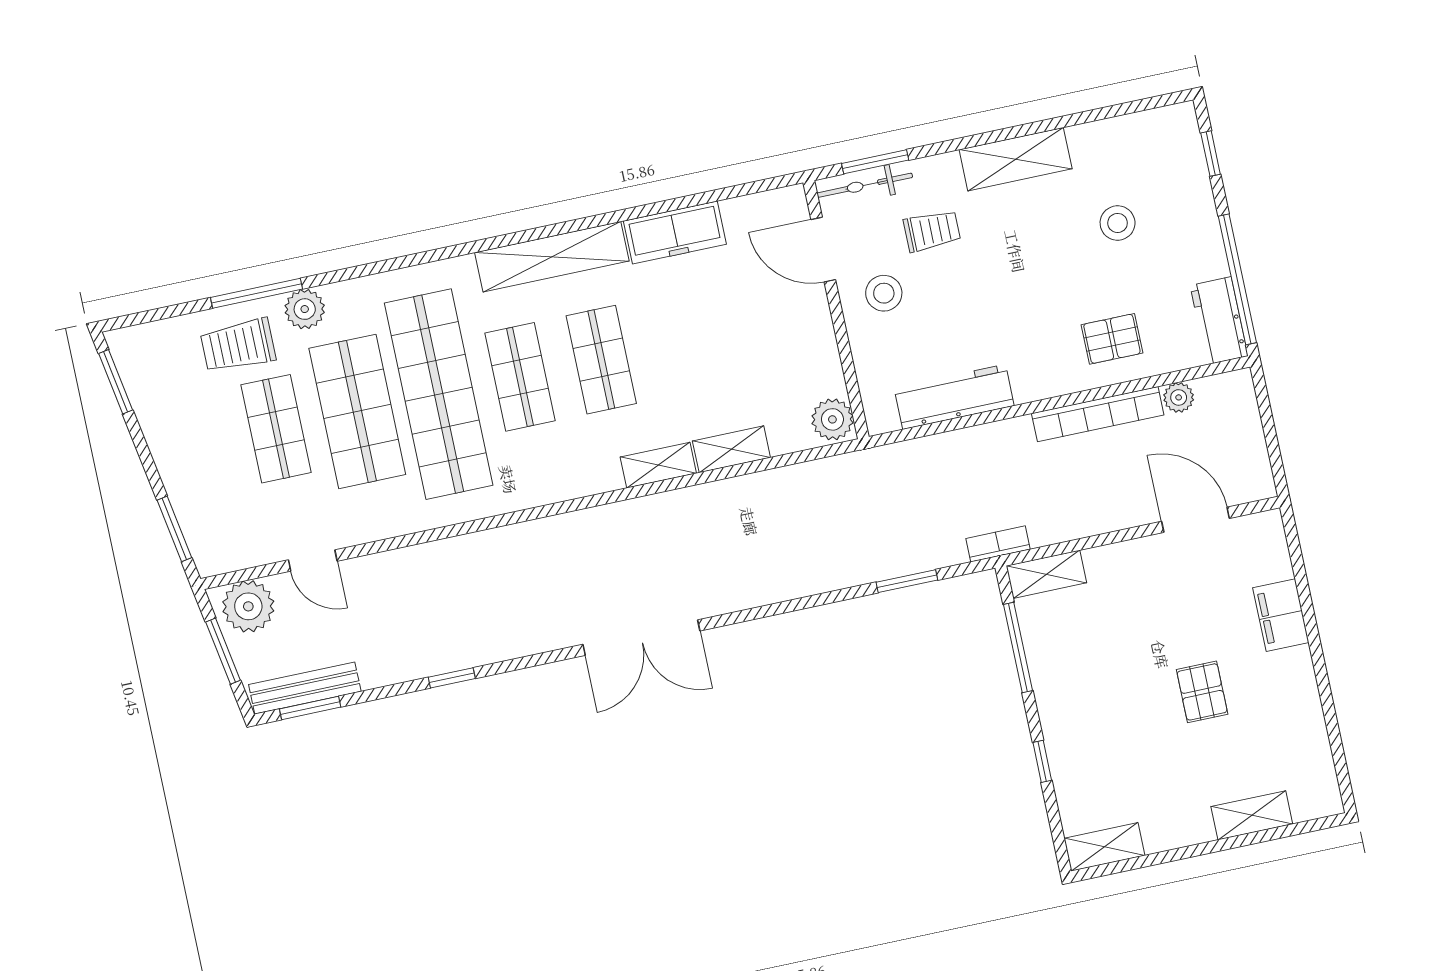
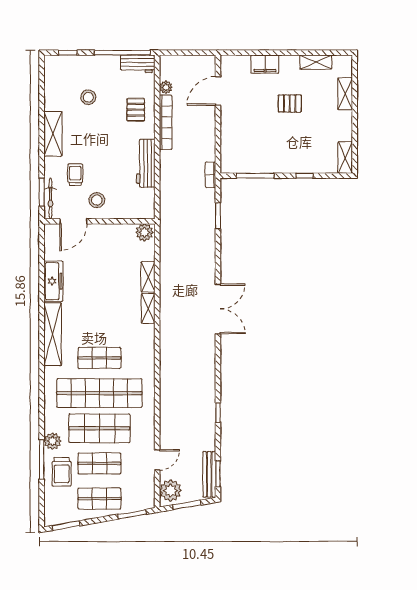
shop shelf: (601, 360) -> (99, 499), moved
workbench: (954, 397) -> (146, 163), moved
shelving: (1046, 574) -> (316, 62), moved, turned 90
double door: (641, 638) -> (218, 309), moved

